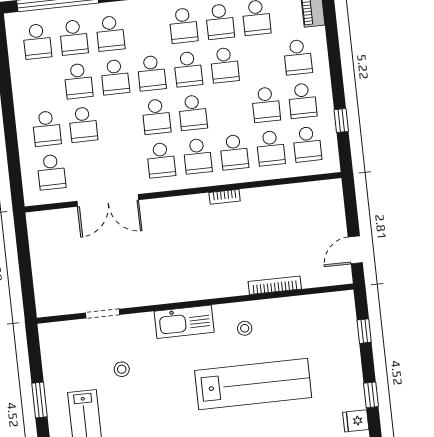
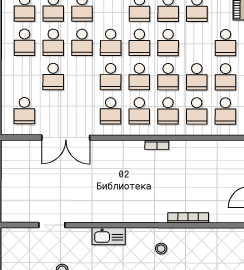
school desk: (229, 109) -> (168, 77), added
school desk: (47, 128) -> (25, 42), moved
kitchen sink: (184, 322) -> (109, 236), width x0.73, depth x0.81

